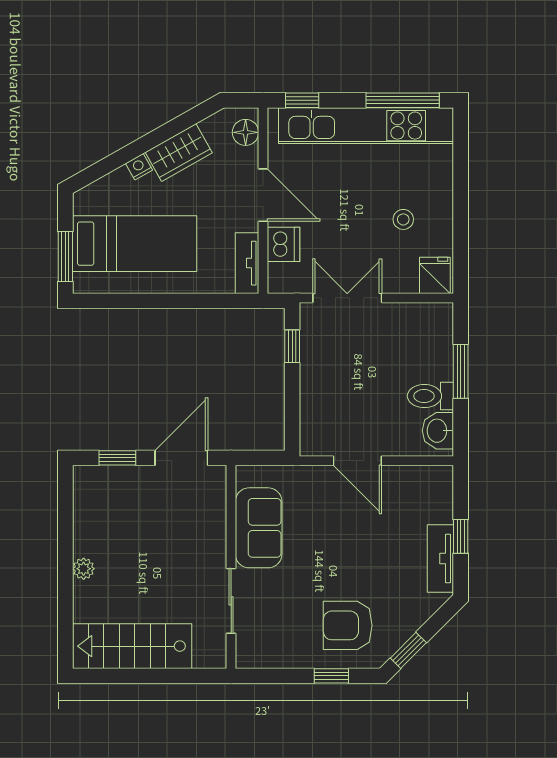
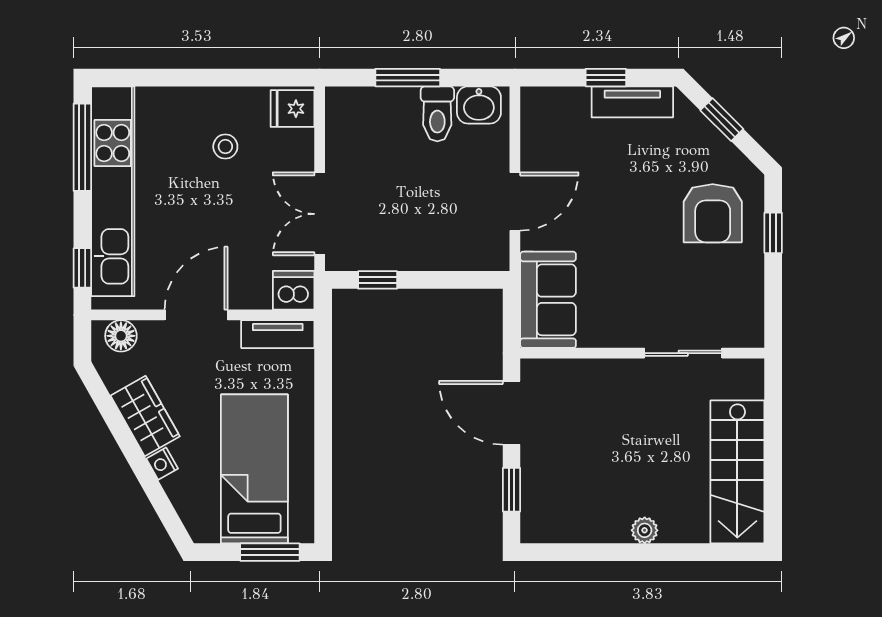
dishwasher: (283, 244) -> (294, 290), moved
sofa: (259, 528) -> (548, 300), moved, turned 90
window: (408, 650) -> (722, 120), moved

